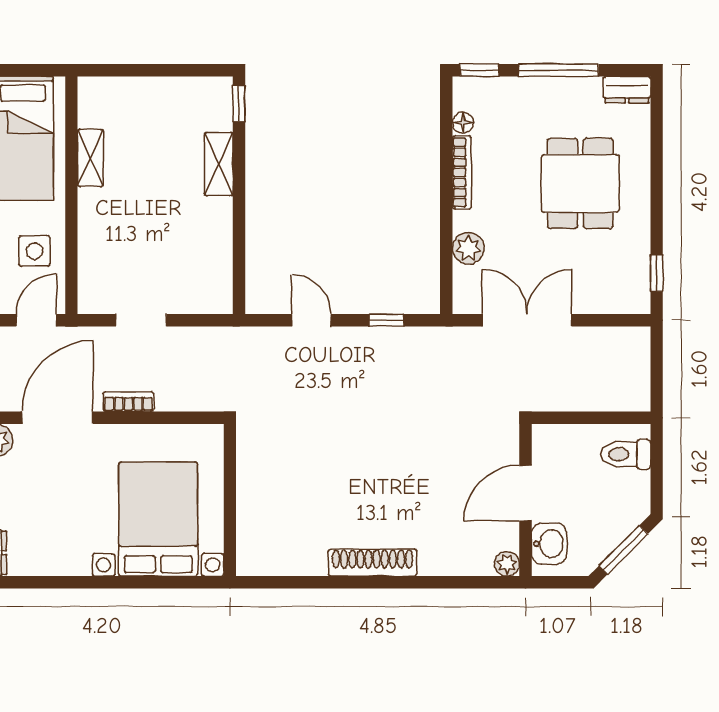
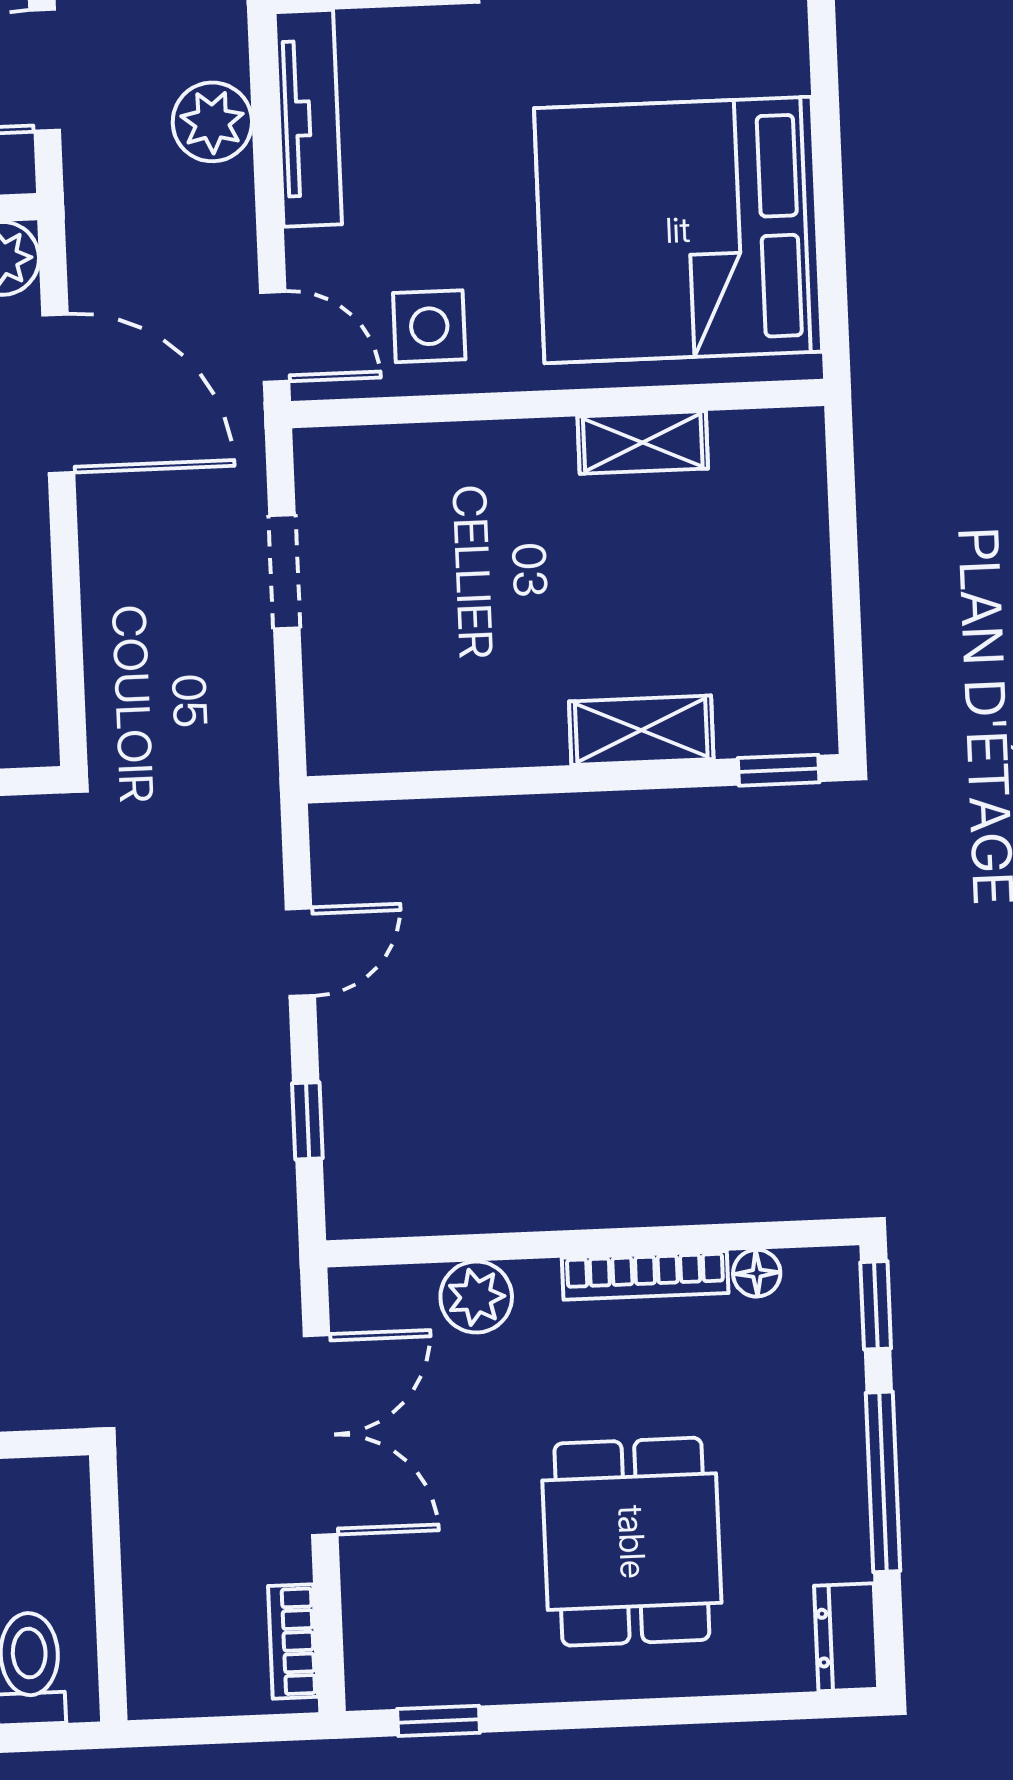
dining table: (580, 183) -> (632, 1542), turned 90
bookcase: (128, 402) -> (293, 1641), moved, turned 180

